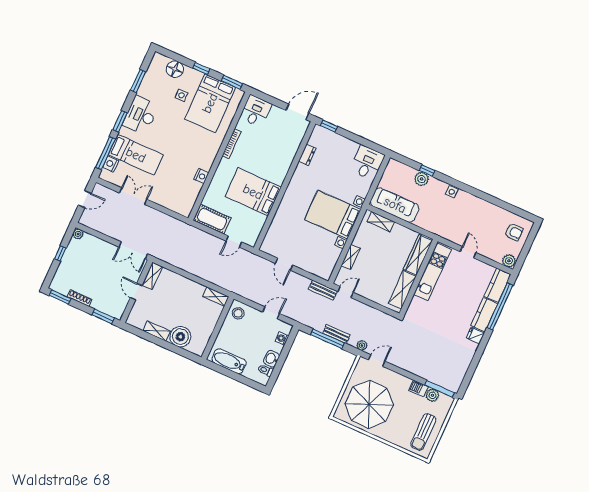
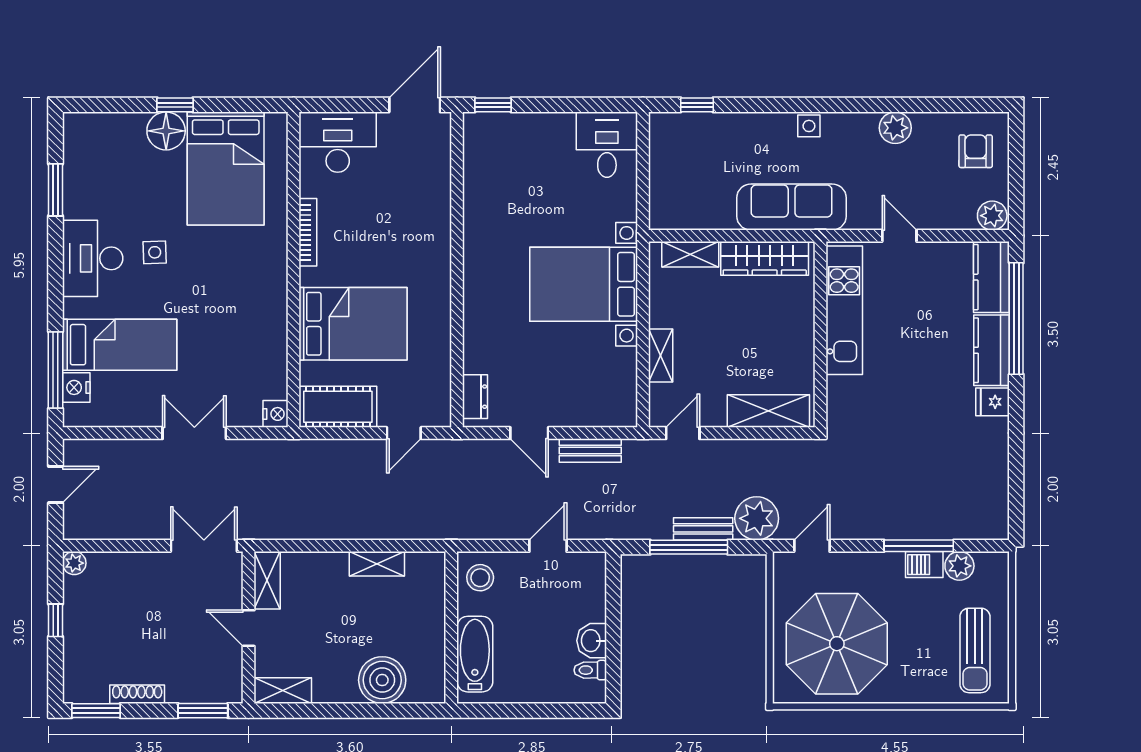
floor lamp: (175, 69) -> (166, 131), moved
window: (232, 82) -> (251, 105), removed
side table: (181, 95) -> (155, 252), moved
desk: (256, 111) -> (338, 142), width x1.37
window: (120, 121) -> (56, 291), removed
dresser: (307, 155) -> (475, 397), moved
window: (427, 170) -> (697, 105), moved
nightstand: (201, 176) -> (276, 414), moved
plant: (422, 179) -> (895, 128), moved
bed: (253, 192) -> (353, 324), moved, turned 180
double door: (133, 196) -> (194, 433), moved
sofa: (395, 205) -> (792, 207), moved
armchair: (514, 232) -> (976, 151), turned -90
double door: (133, 250) -> (204, 546), swing flipped
wardrobe: (418, 255) -> (765, 258), moved, turned -90
bench: (323, 290) -> (590, 451), moved
shelving: (402, 290) -> (768, 411), moved, turned 90
shelving: (216, 296) -> (377, 564), moved
shelving: (157, 331) -> (283, 691), moved
washing machine: (282, 338) -> (594, 589), removed
plant: (362, 345) -> (757, 518), width x1.87, depth x1.87
bathtub: (229, 361) -> (475, 654), moved, turned 90
window: (440, 389) -> (919, 546), moved

